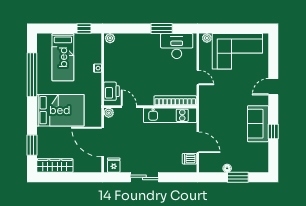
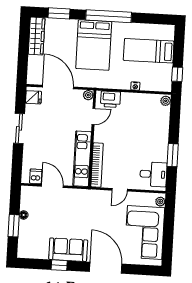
desk: (177, 46) -> (153, 174), width x0.73
window: (32, 75) -> (109, 16), moved
door: (273, 87) -> (106, 268), width x1.88
door: (103, 142) -> (58, 87), hinge flipped
door: (198, 142) -> (52, 186), swing flipped

